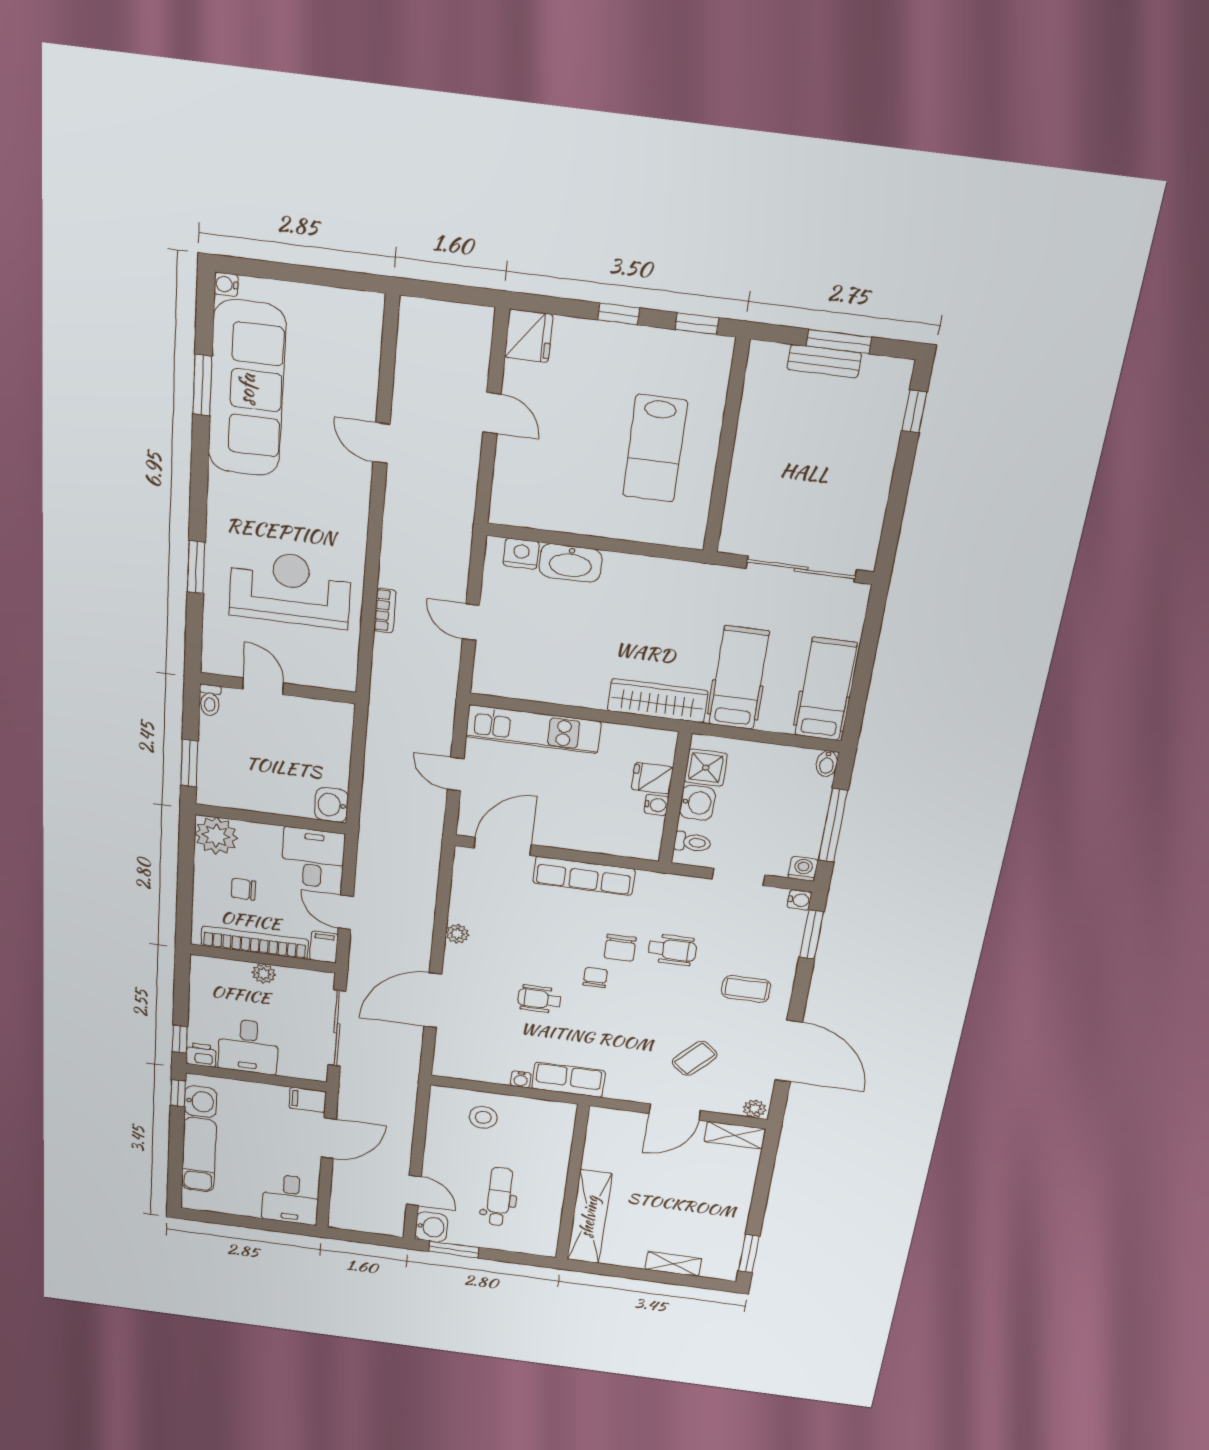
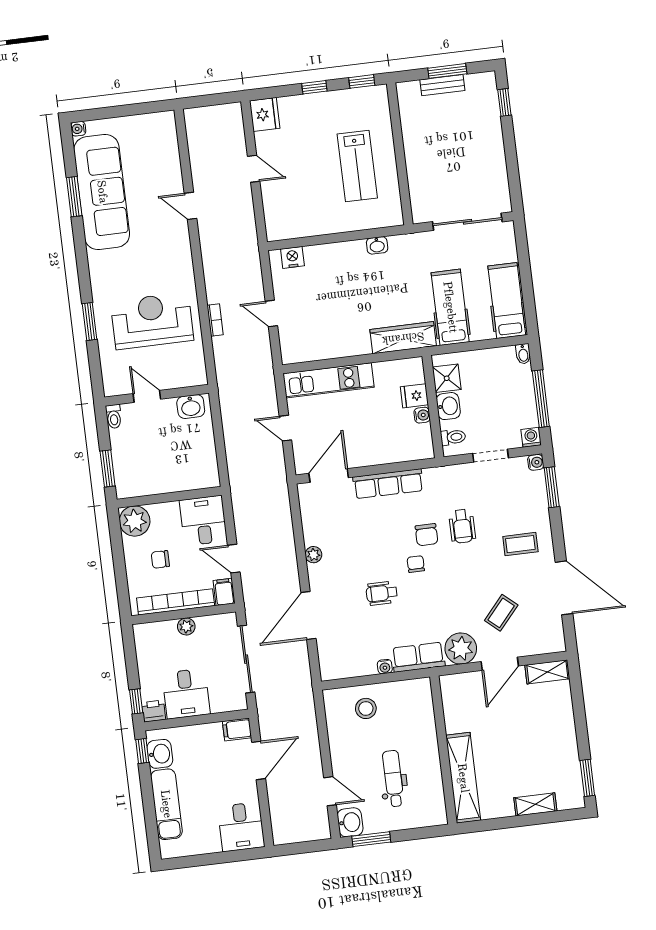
washbasin: (571, 563) -> (377, 245), moved, width x0.52, depth x0.69
washbasin: (331, 805) -> (191, 407), moved, turned -90
wheelchair: (672, 950) -> (462, 526), turned 90
plant: (755, 1109) -> (461, 649), moved, width x1.87, depth x1.87

